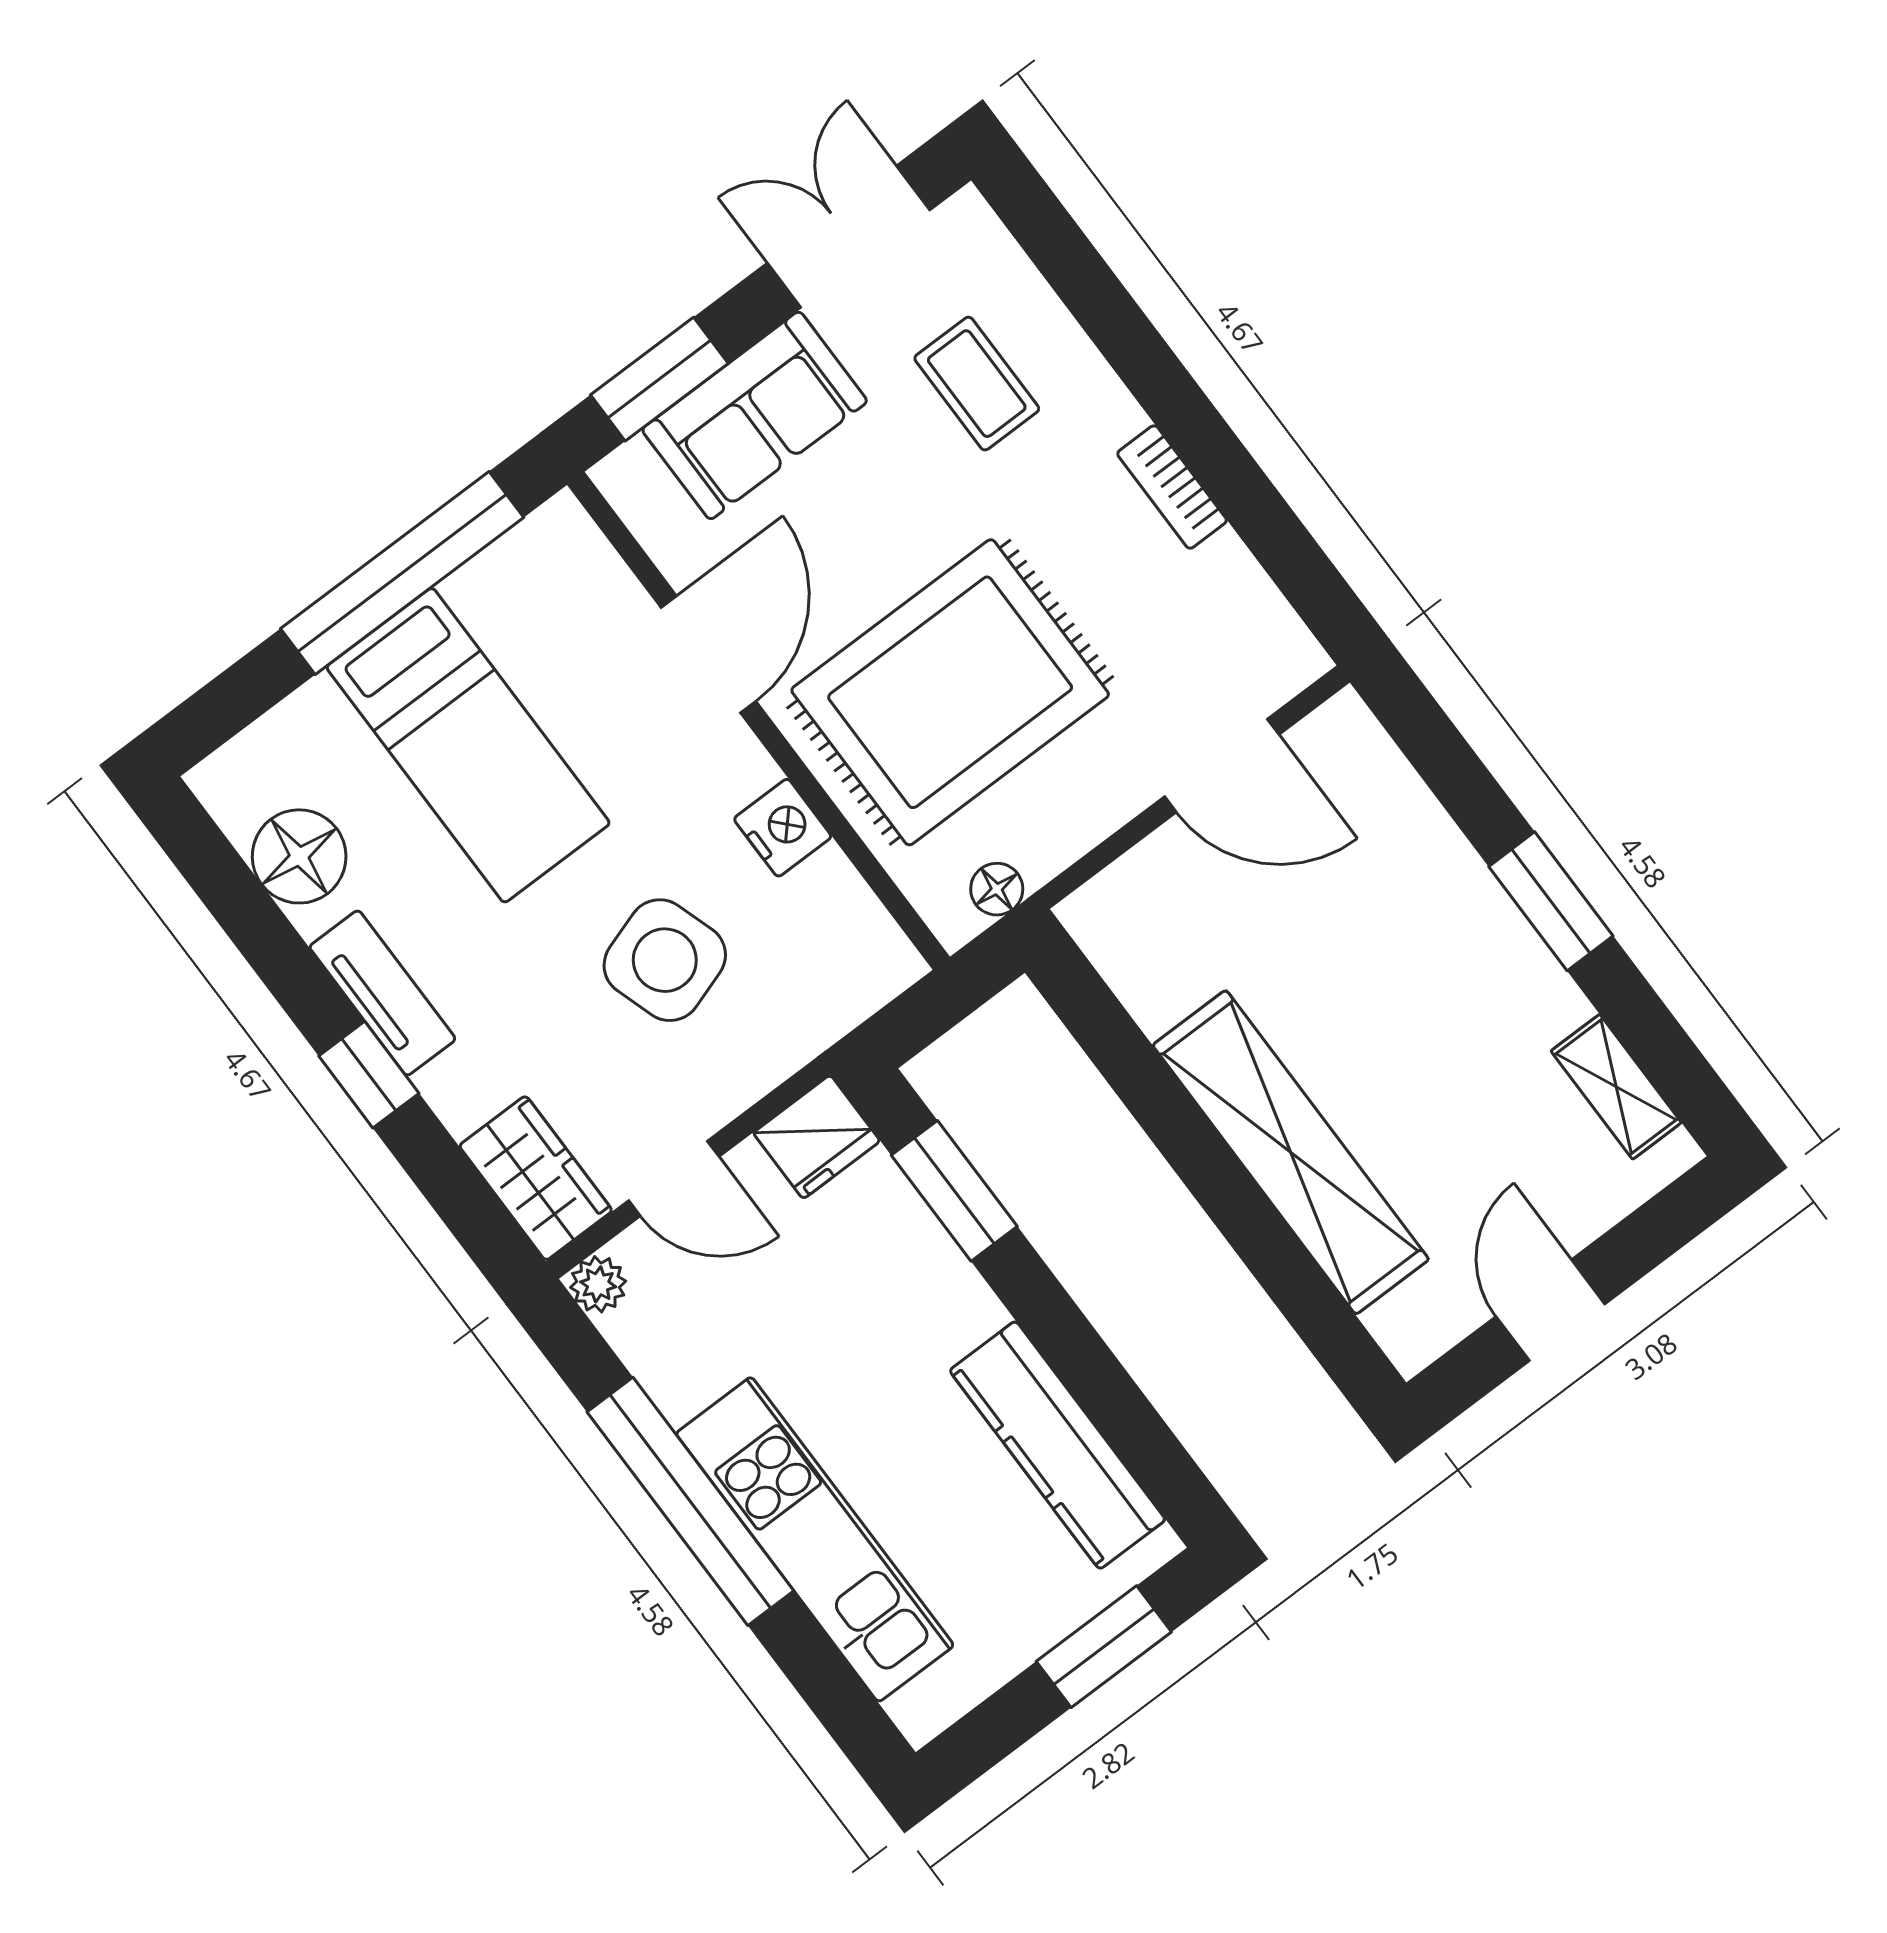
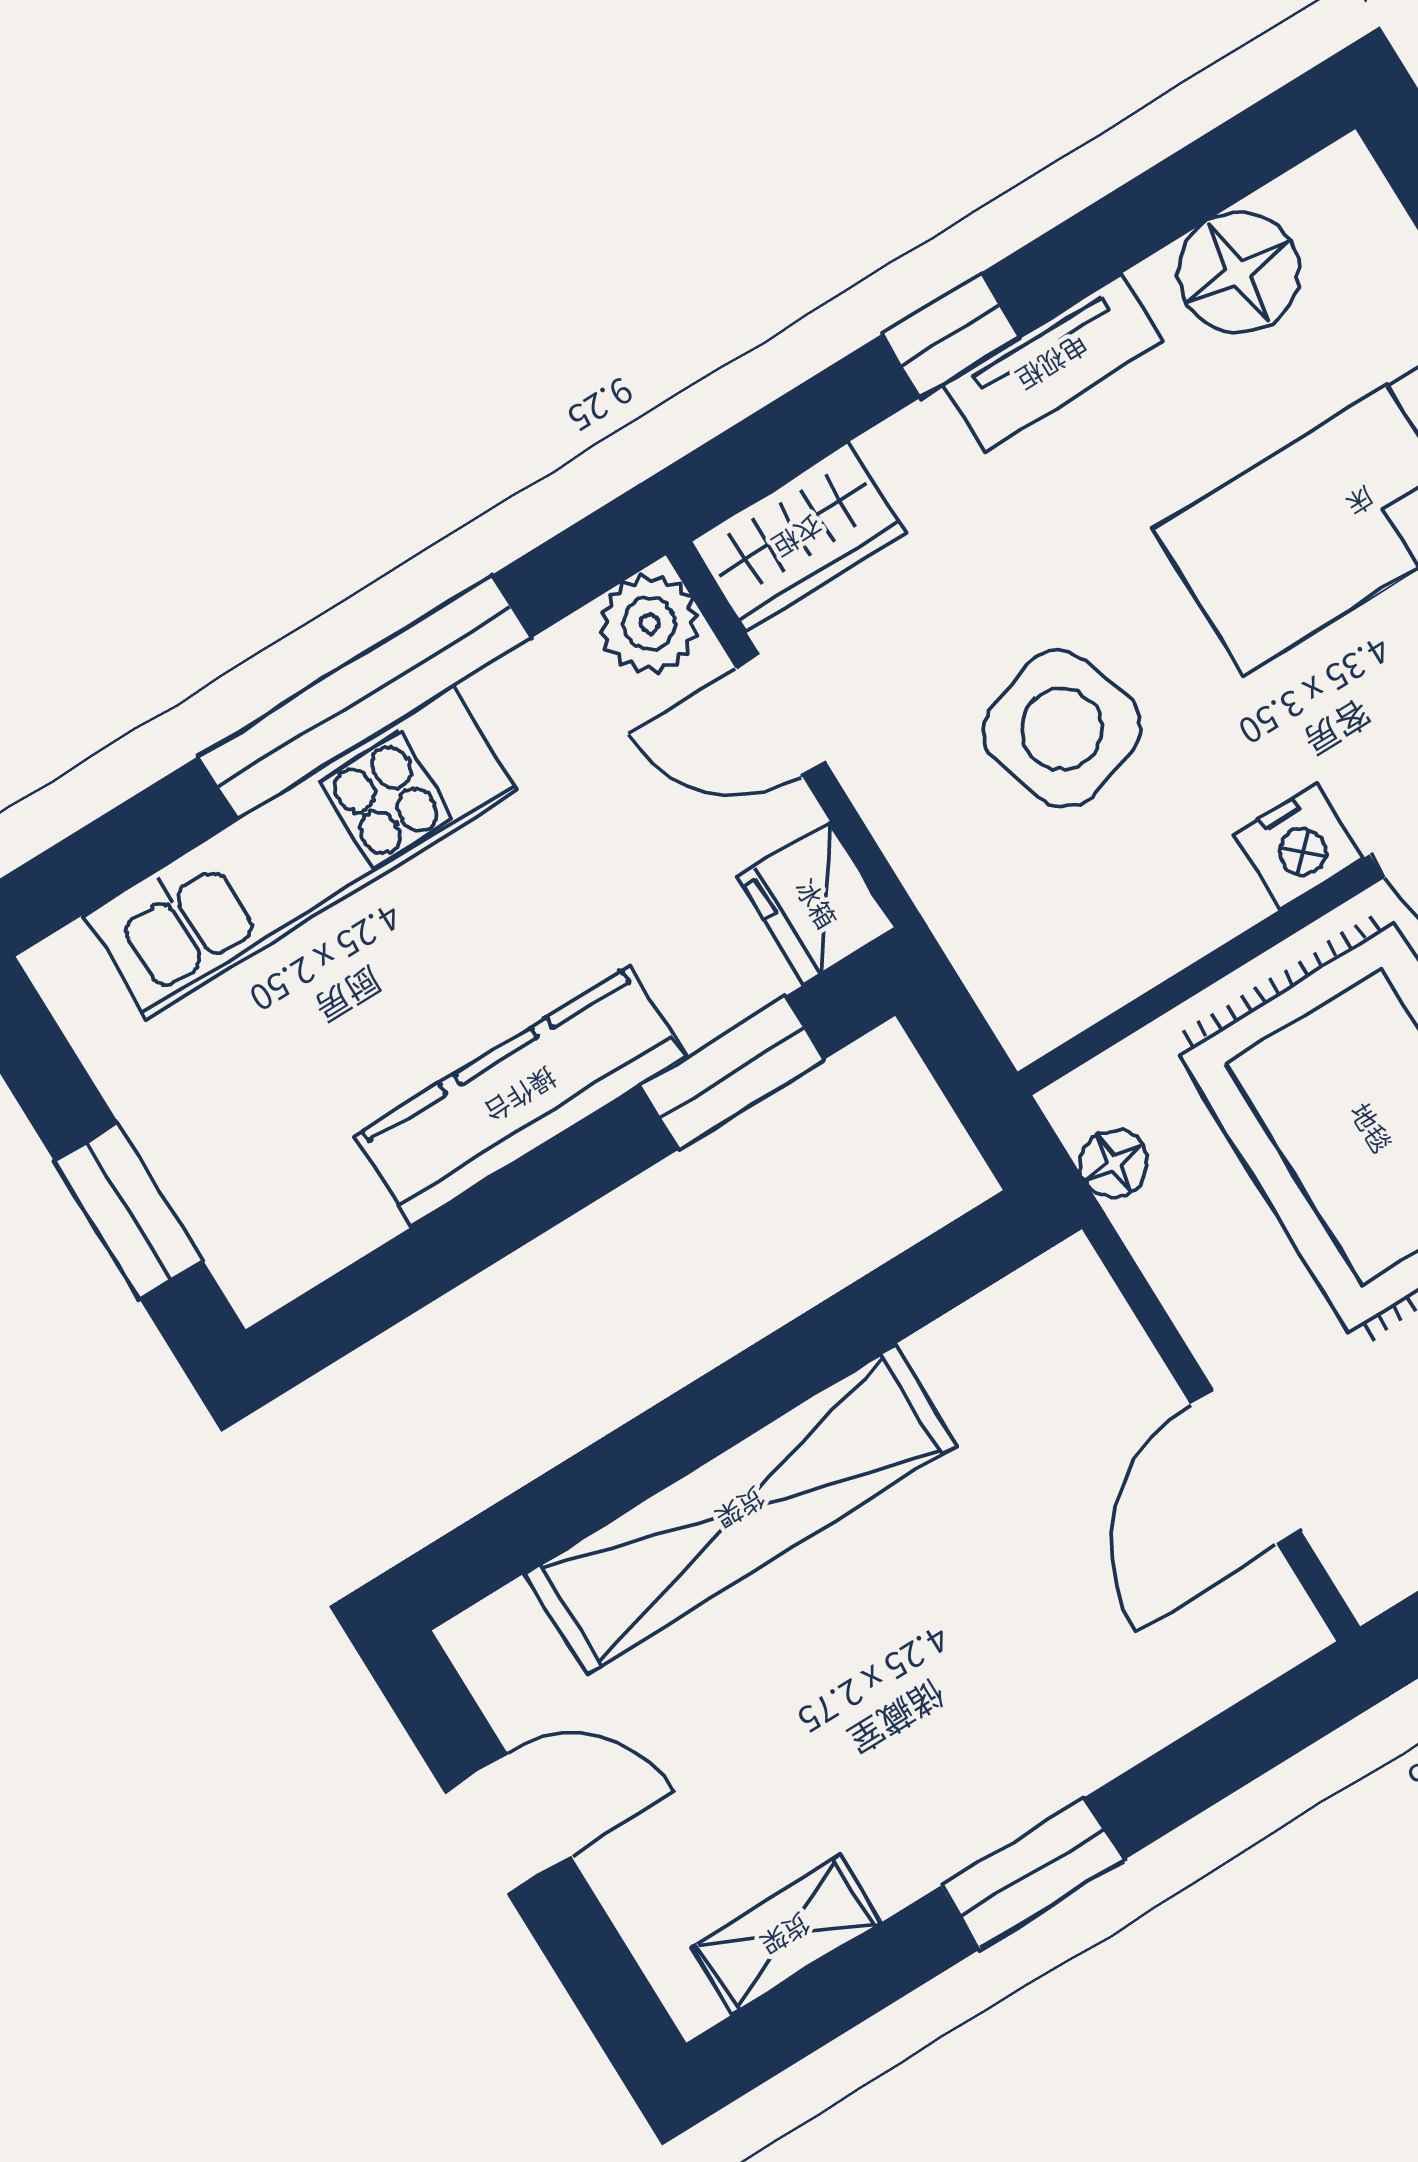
nightstand: (783, 828) -> (1299, 846), moved
door: (674, 1179) -> (781, 715), hinge flipped
plant: (598, 1284) -> (649, 623), width x1.38, depth x1.38
kitchen counter: (1058, 1445) -> (521, 1096), moved

